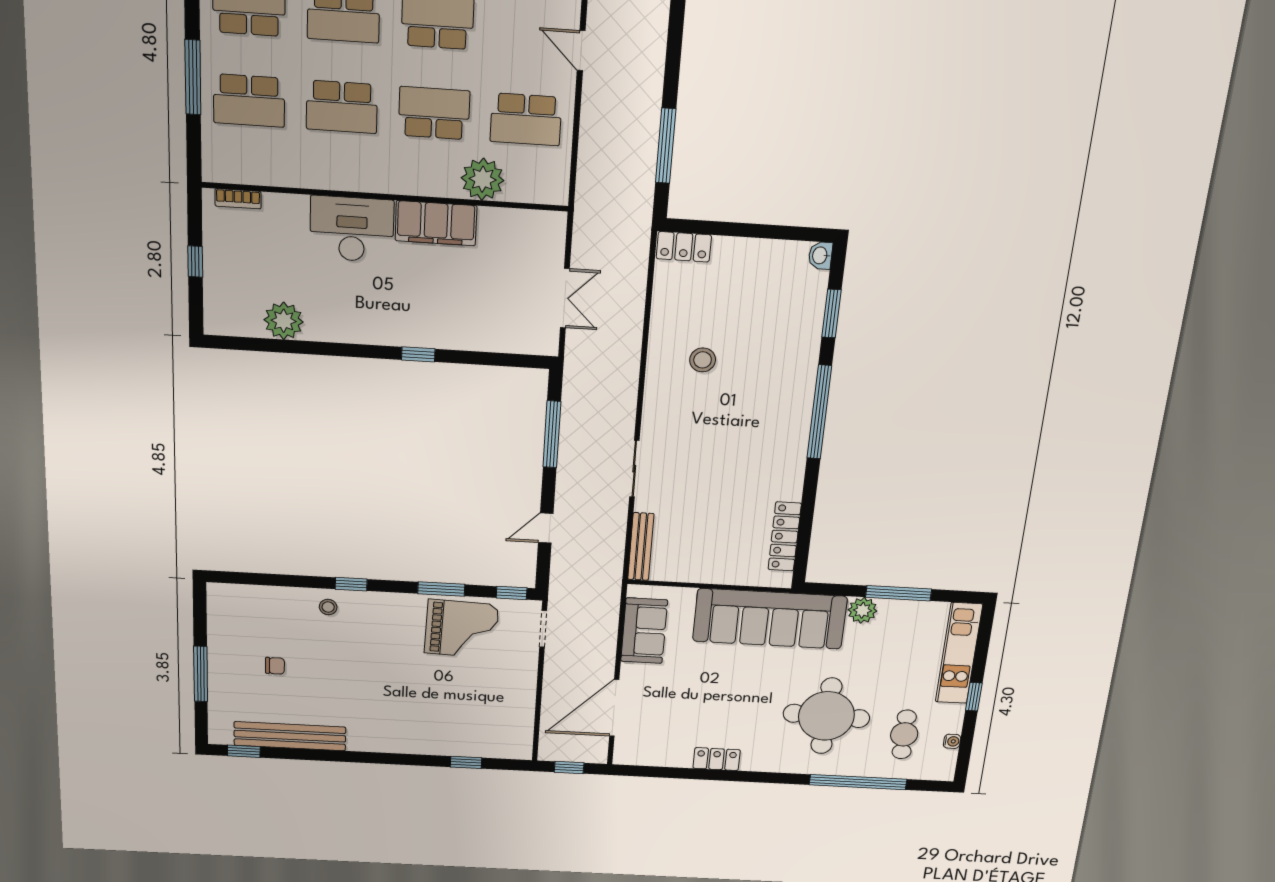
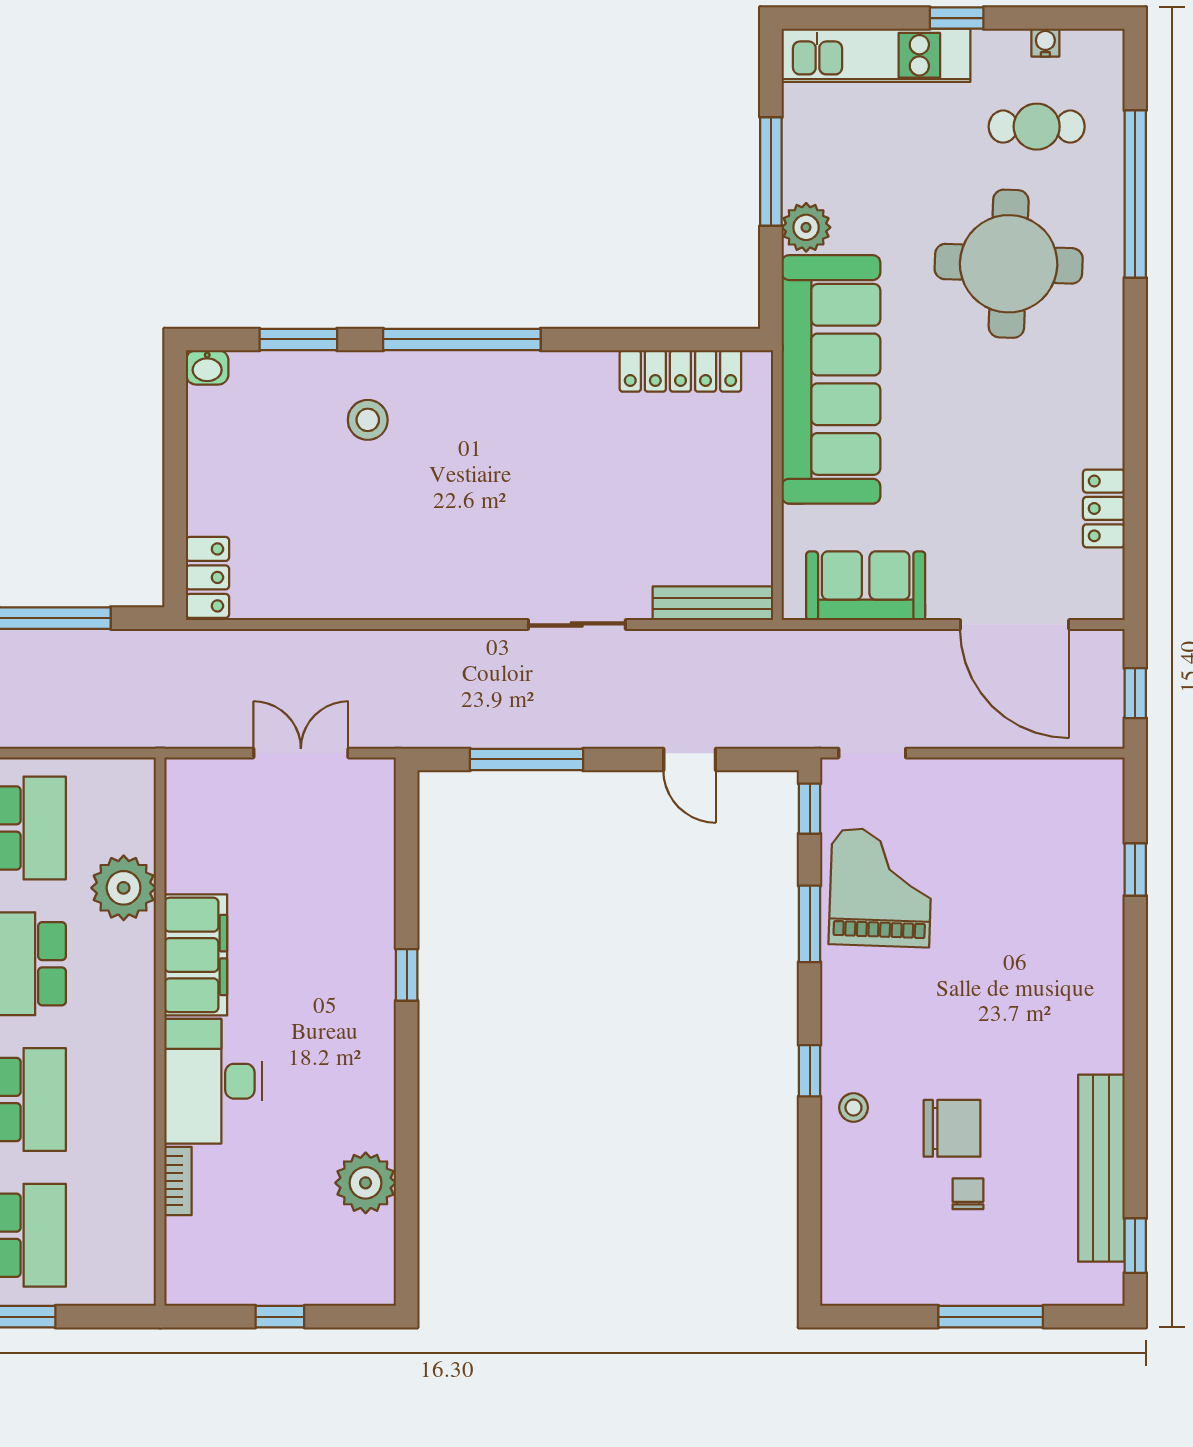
bookcase: (238, 199) -> (178, 1181), moved
stool: (703, 360) -> (368, 420), moved
chair: (315, 659) -> (952, 1128), added
locker: (717, 759) -> (1104, 508), moved

